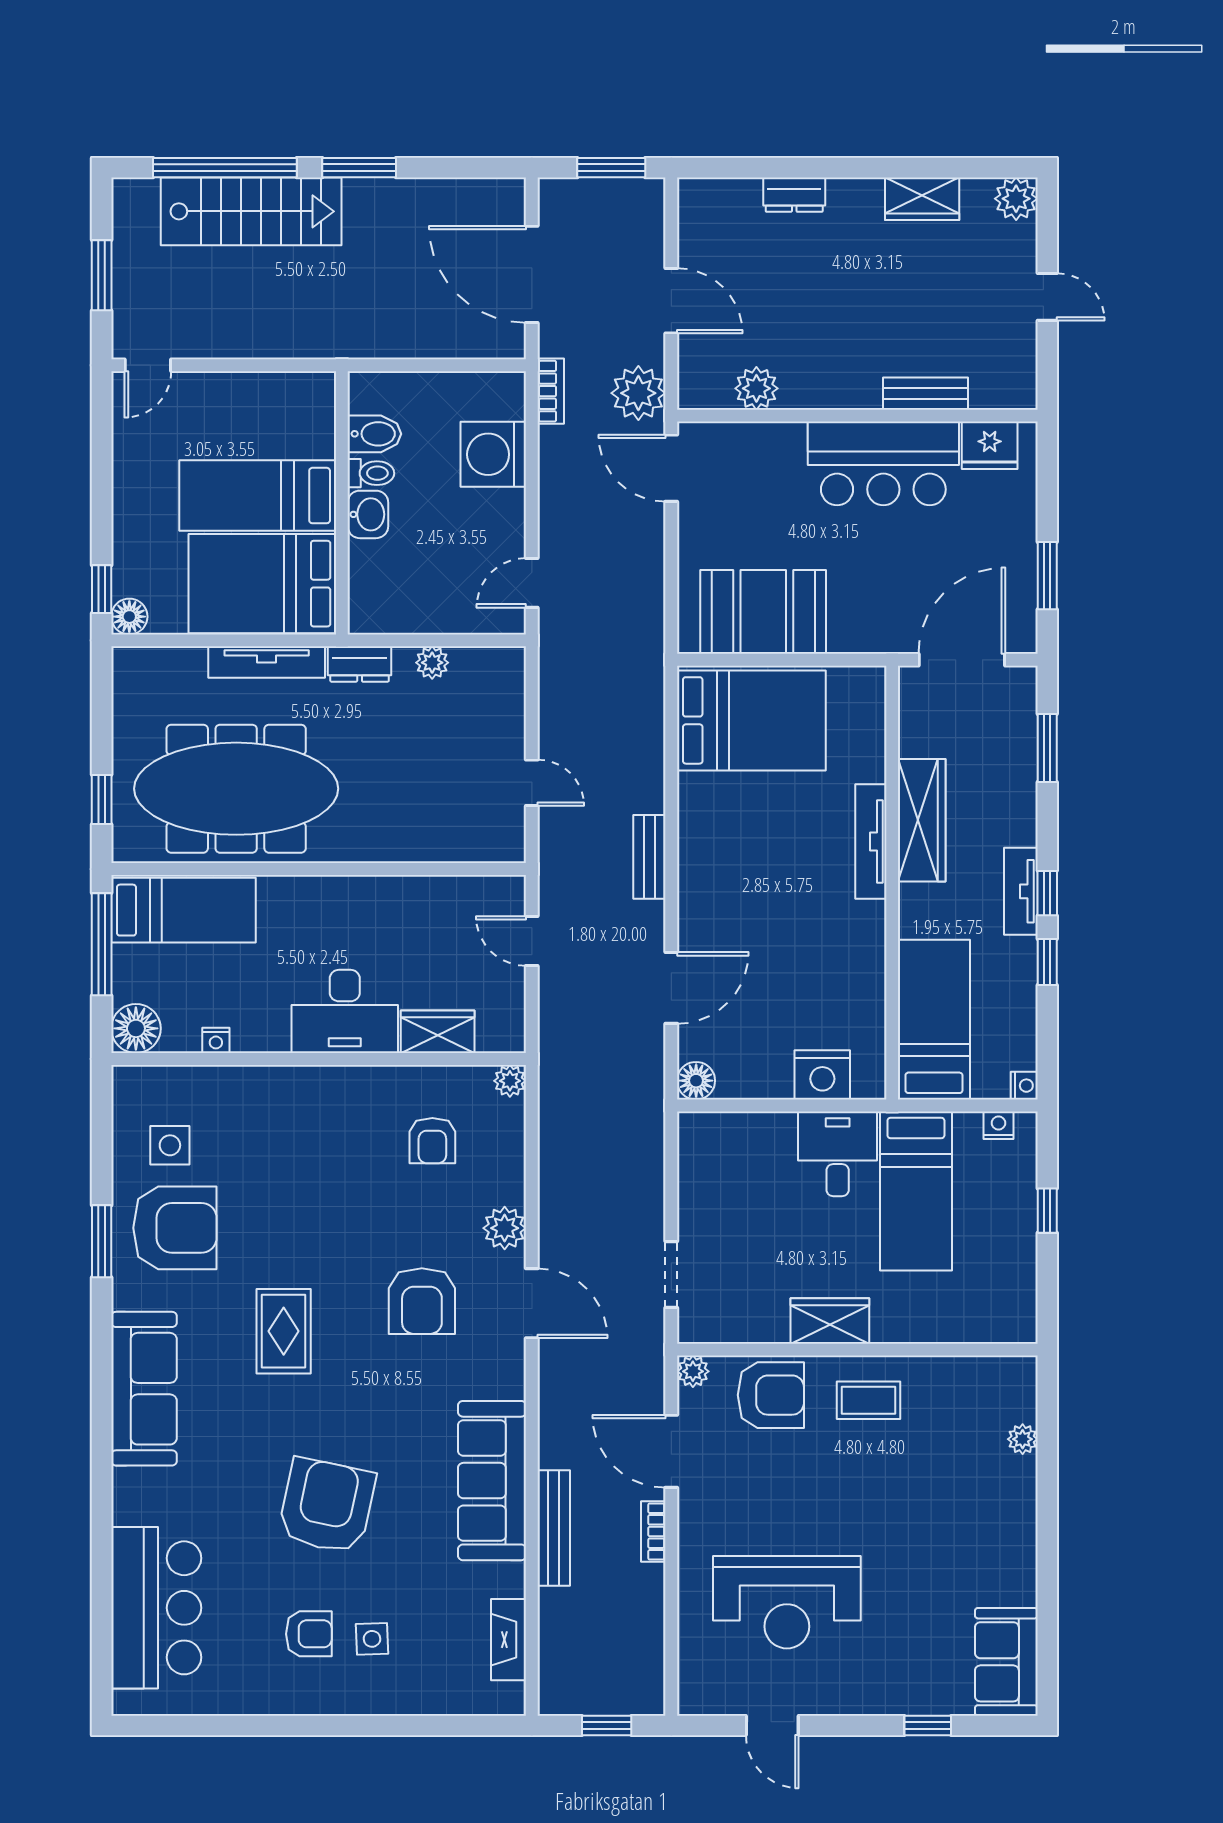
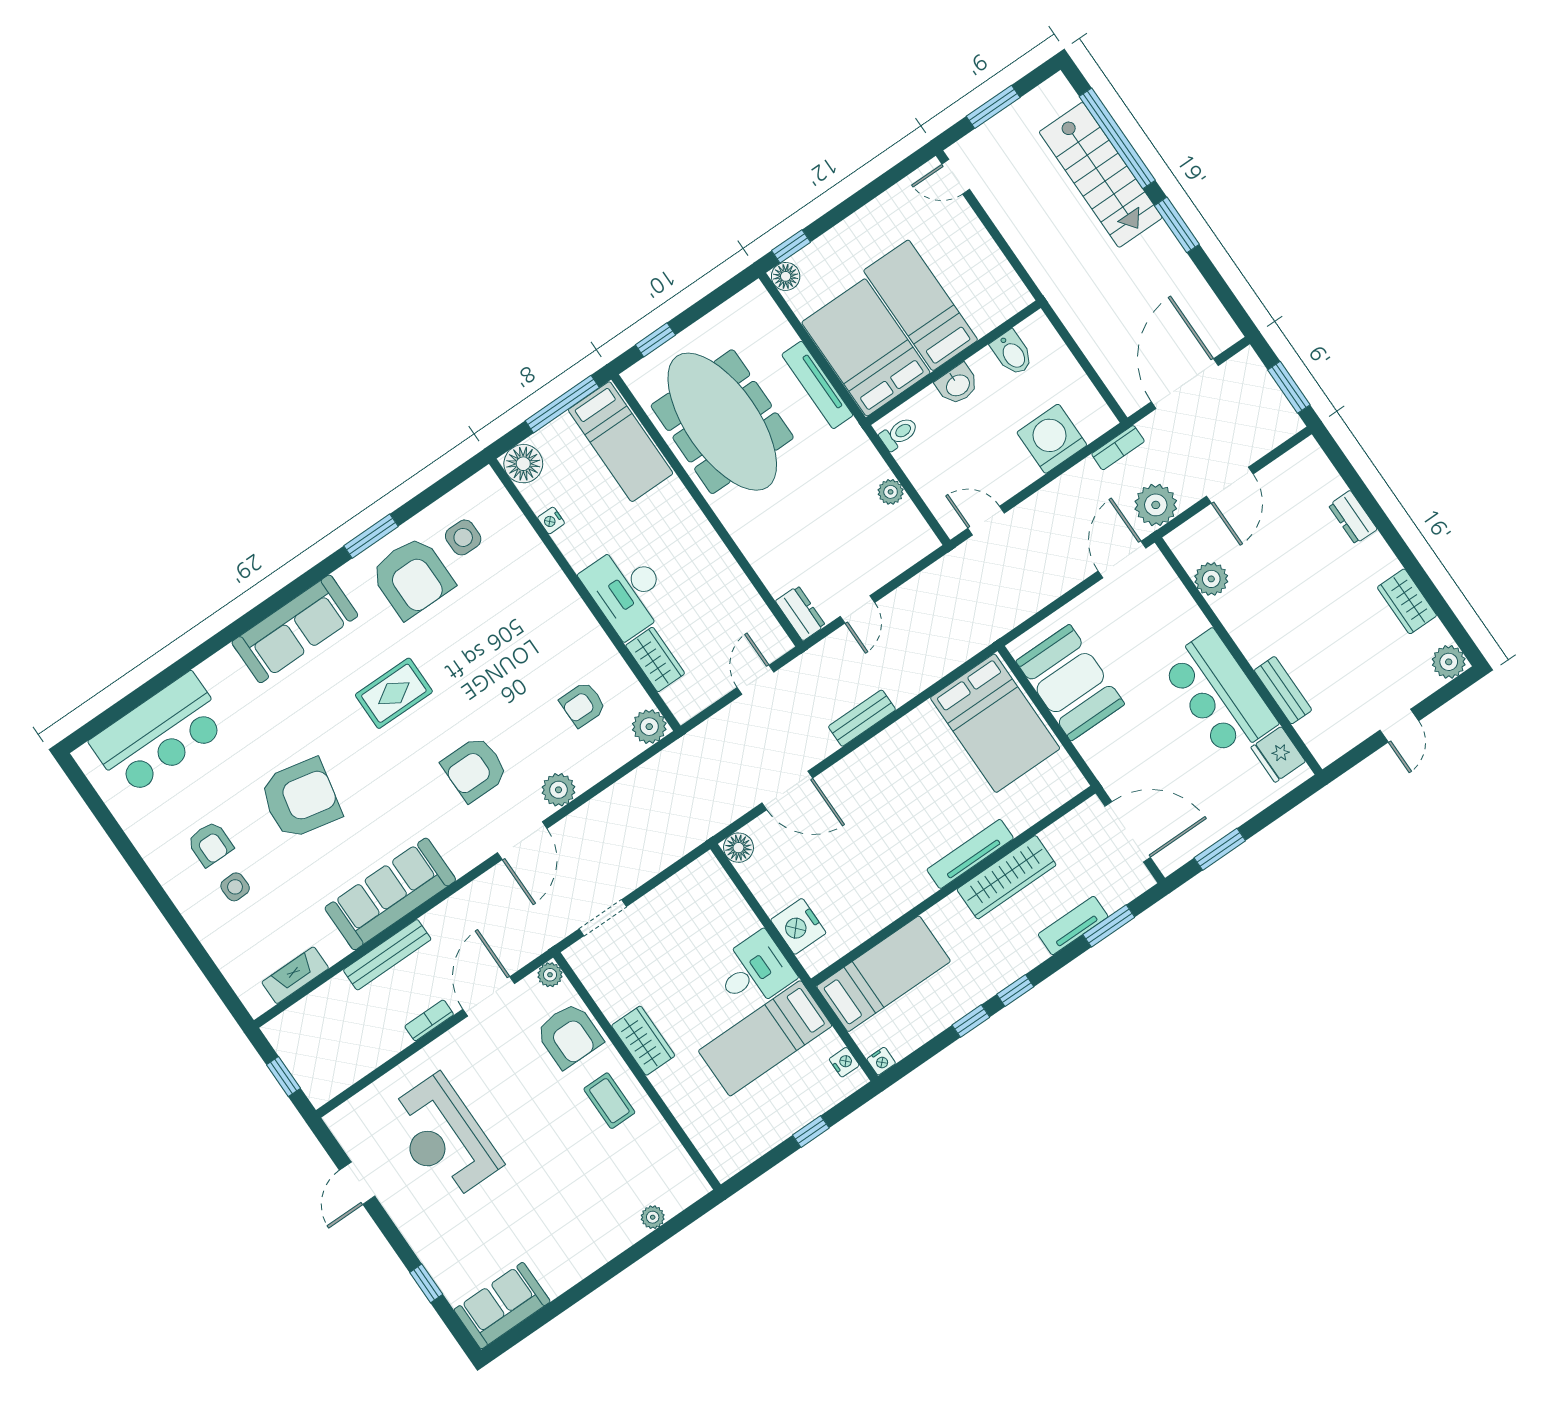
toilet: (371, 473) -> (899, 433), moved, turned -90
dresser: (360, 664) -> (800, 613), moved, turned 180
tv unit: (1021, 891) -> (1073, 926), moved
plant: (510, 1081) -> (649, 727), width x1.38, depth x1.38

